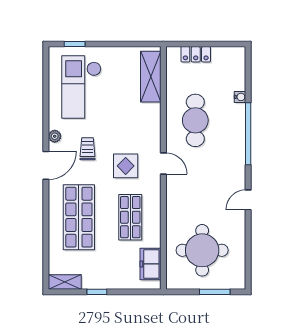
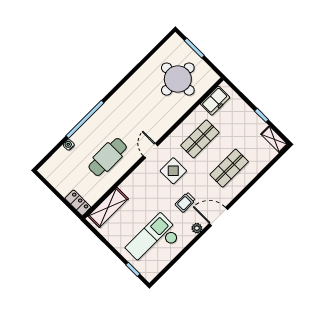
locker: (196, 54) -> (78, 203), moved
checkout: (81, 87) -> (154, 241), turned 180
door: (248, 200) -> (123, 82), removed
shop shelf: (79, 217) -> (229, 168), width x0.70, depth x0.74

